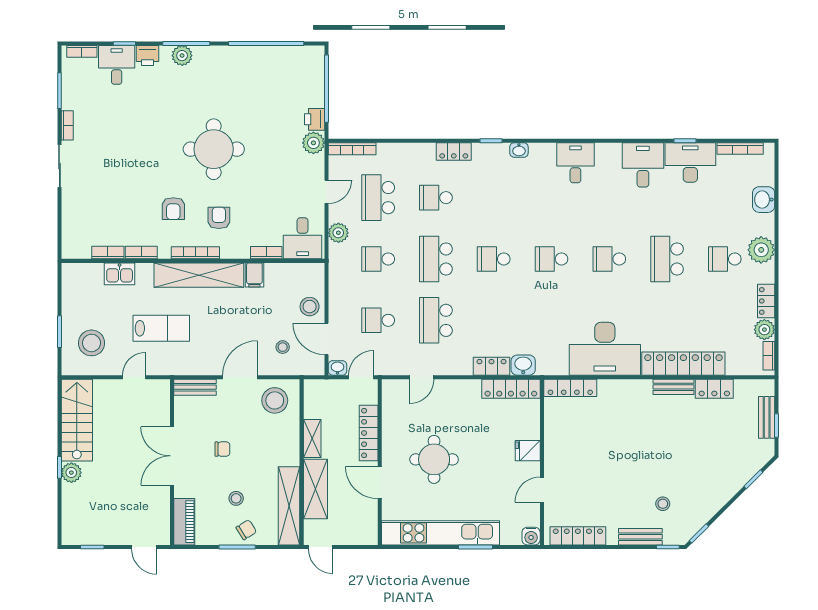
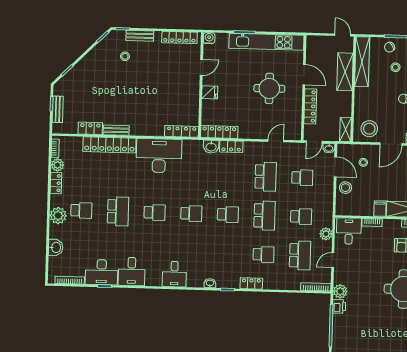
shelving: (312, 438) -> (345, 129), moved

